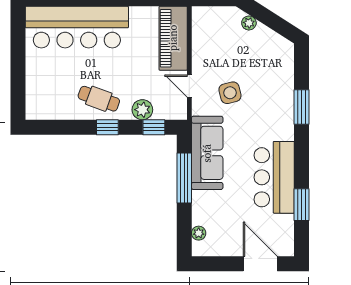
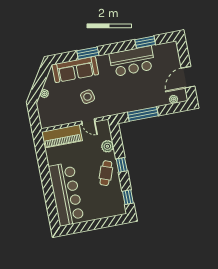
door: (189, 86) -> (88, 121), hinge flipped
window: (154, 127) -> (128, 197), moved
sofa: (207, 153) -> (75, 70), moved, turned 180
door: (260, 264) -> (188, 77), moved

